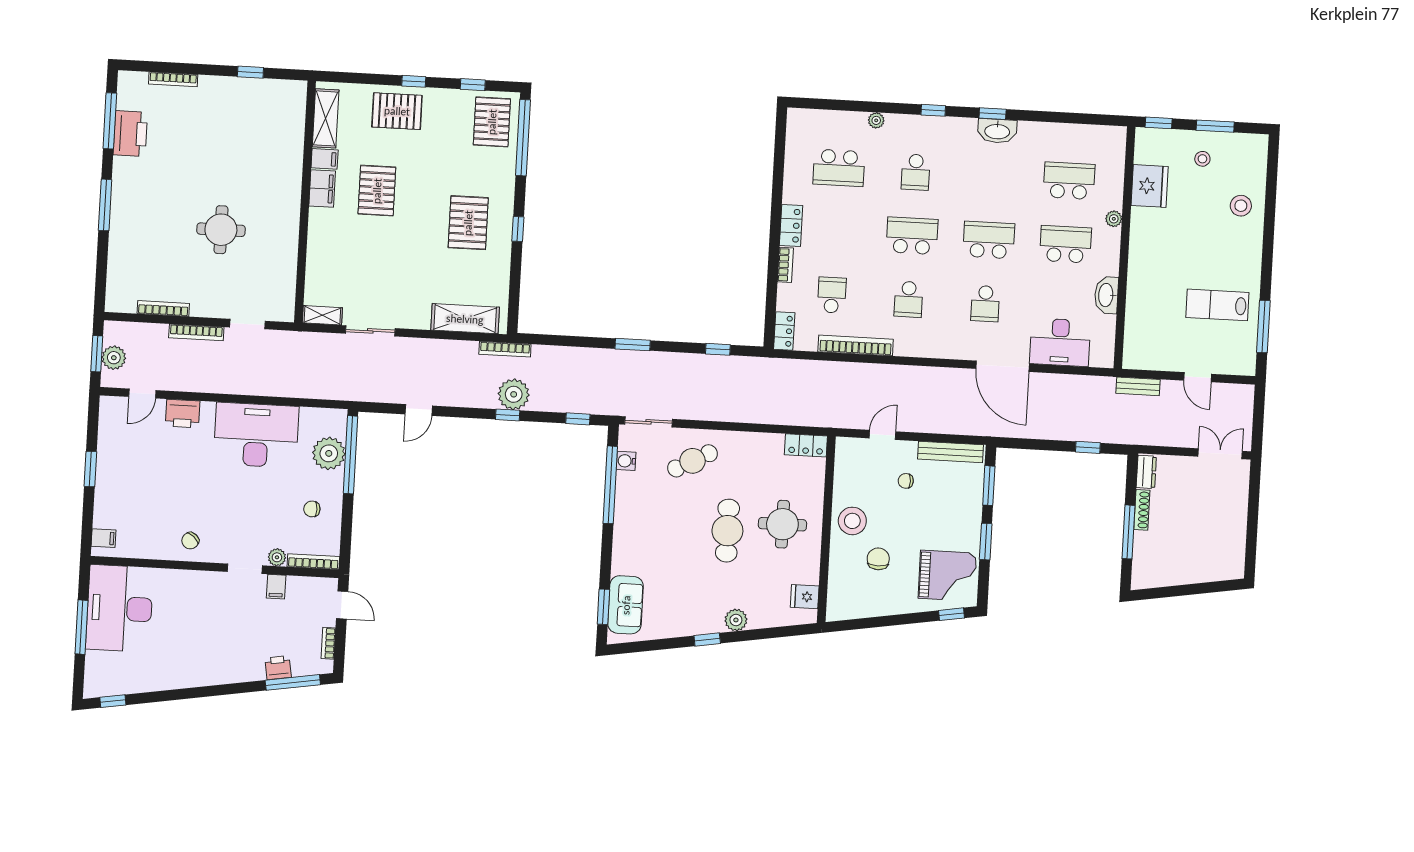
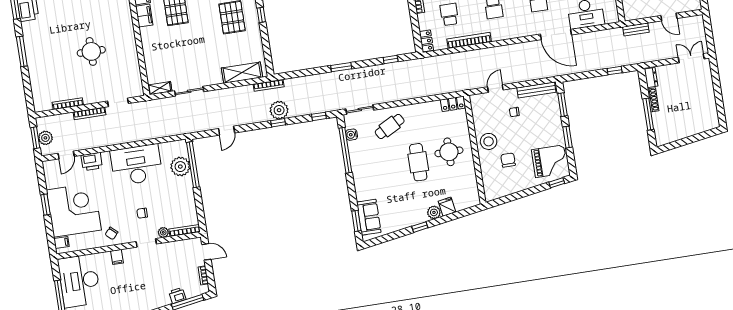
corner desk: (136, 488) -> (74, 210), added
chair: (312, 509) -> (142, 213), moved
filing cabinet: (276, 587) -> (117, 257), moved
fridge: (805, 597) -> (447, 207), moved, turned 81

